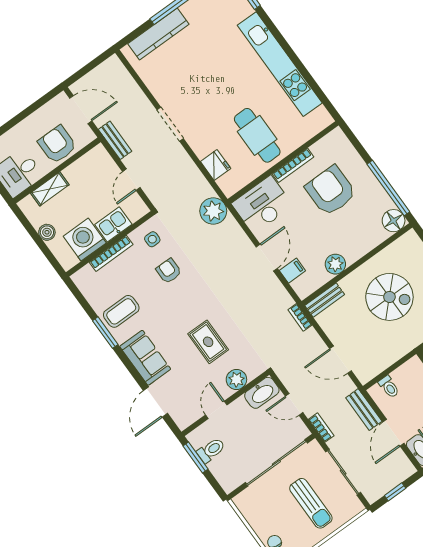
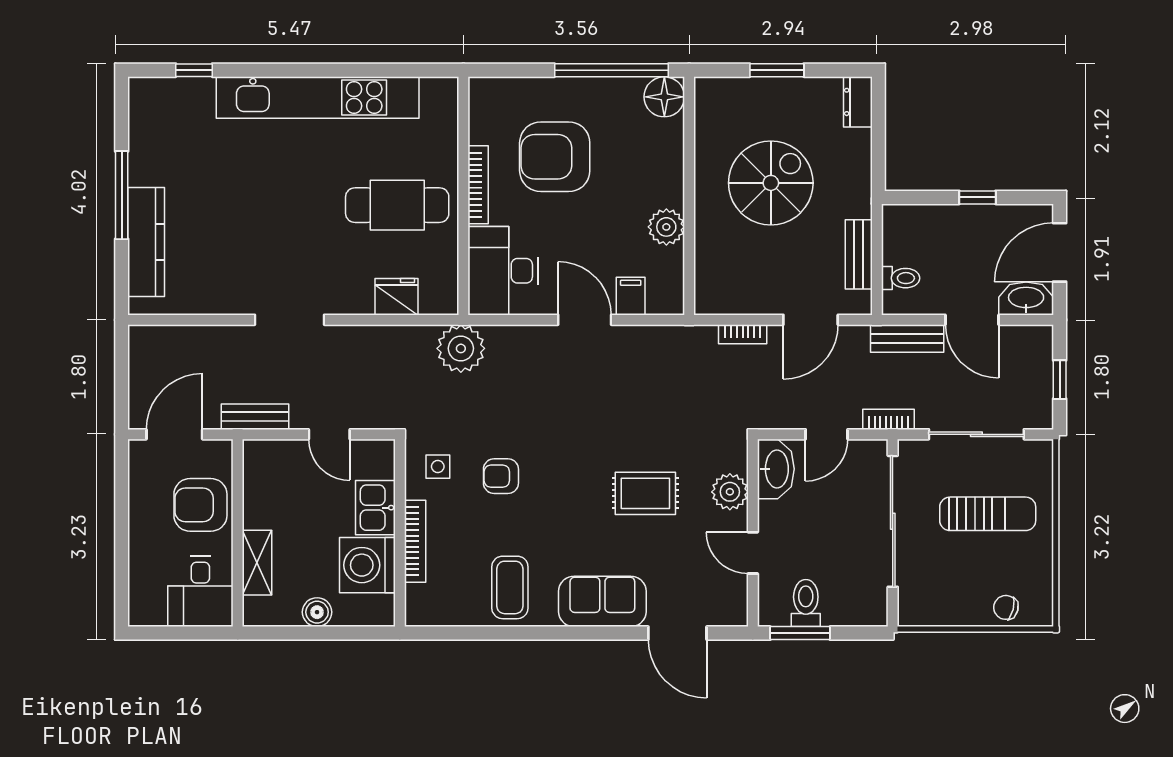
bench: (325, 300) -> (859, 254), moved
bookcase: (300, 317) -> (743, 334), moved
window: (105, 333) -> (524, 633), removed

